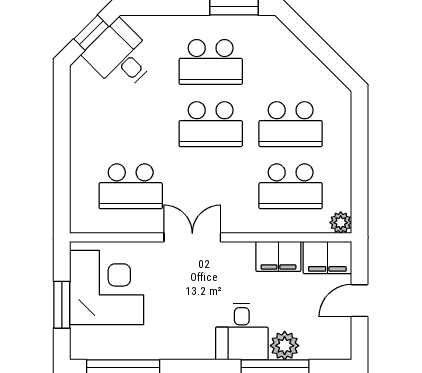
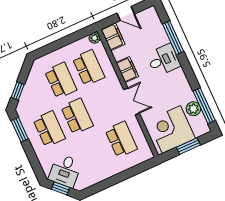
window: (307, 36) -> (18, 91), added
double door: (192, 237) -> (132, 101), swing flipped
filing cabinet: (278, 256) -> (127, 70), moved
plant: (285, 346) -> (193, 109), moved

